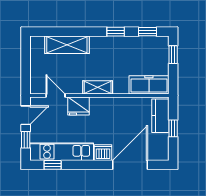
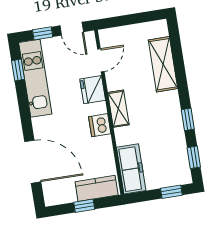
dishwasher: (103, 153) -> (100, 125), moved, turned 180

